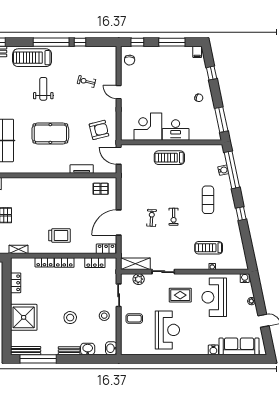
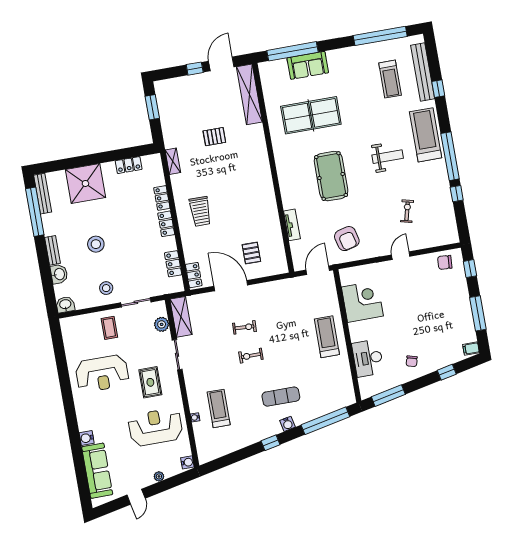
desk: (176, 130) -> (368, 358), moved
water cooler: (223, 170) -> (288, 424), moved
pallet: (101, 189) -> (251, 253), moved

